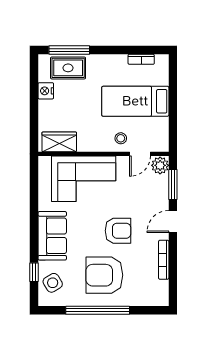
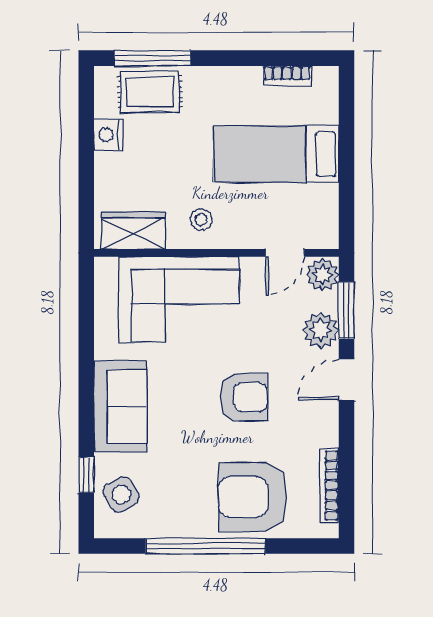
stool: (121, 138) -> (201, 219), moved
plant: (159, 195) -> (321, 330), added
bookcase: (164, 260) -> (329, 486), moved
armchair: (104, 275) -> (253, 497), moved

